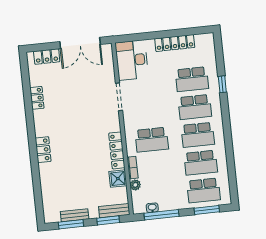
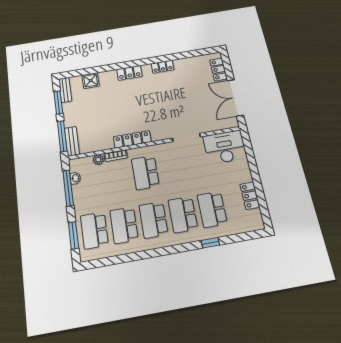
locker: (175, 43) -> (250, 196), width x0.66
locker: (37, 98) -> (163, 67), moved
shower: (118, 179) -> (91, 81), moved
bench: (75, 215) -> (65, 90), moved
window: (108, 220) -> (62, 136), width x1.44

